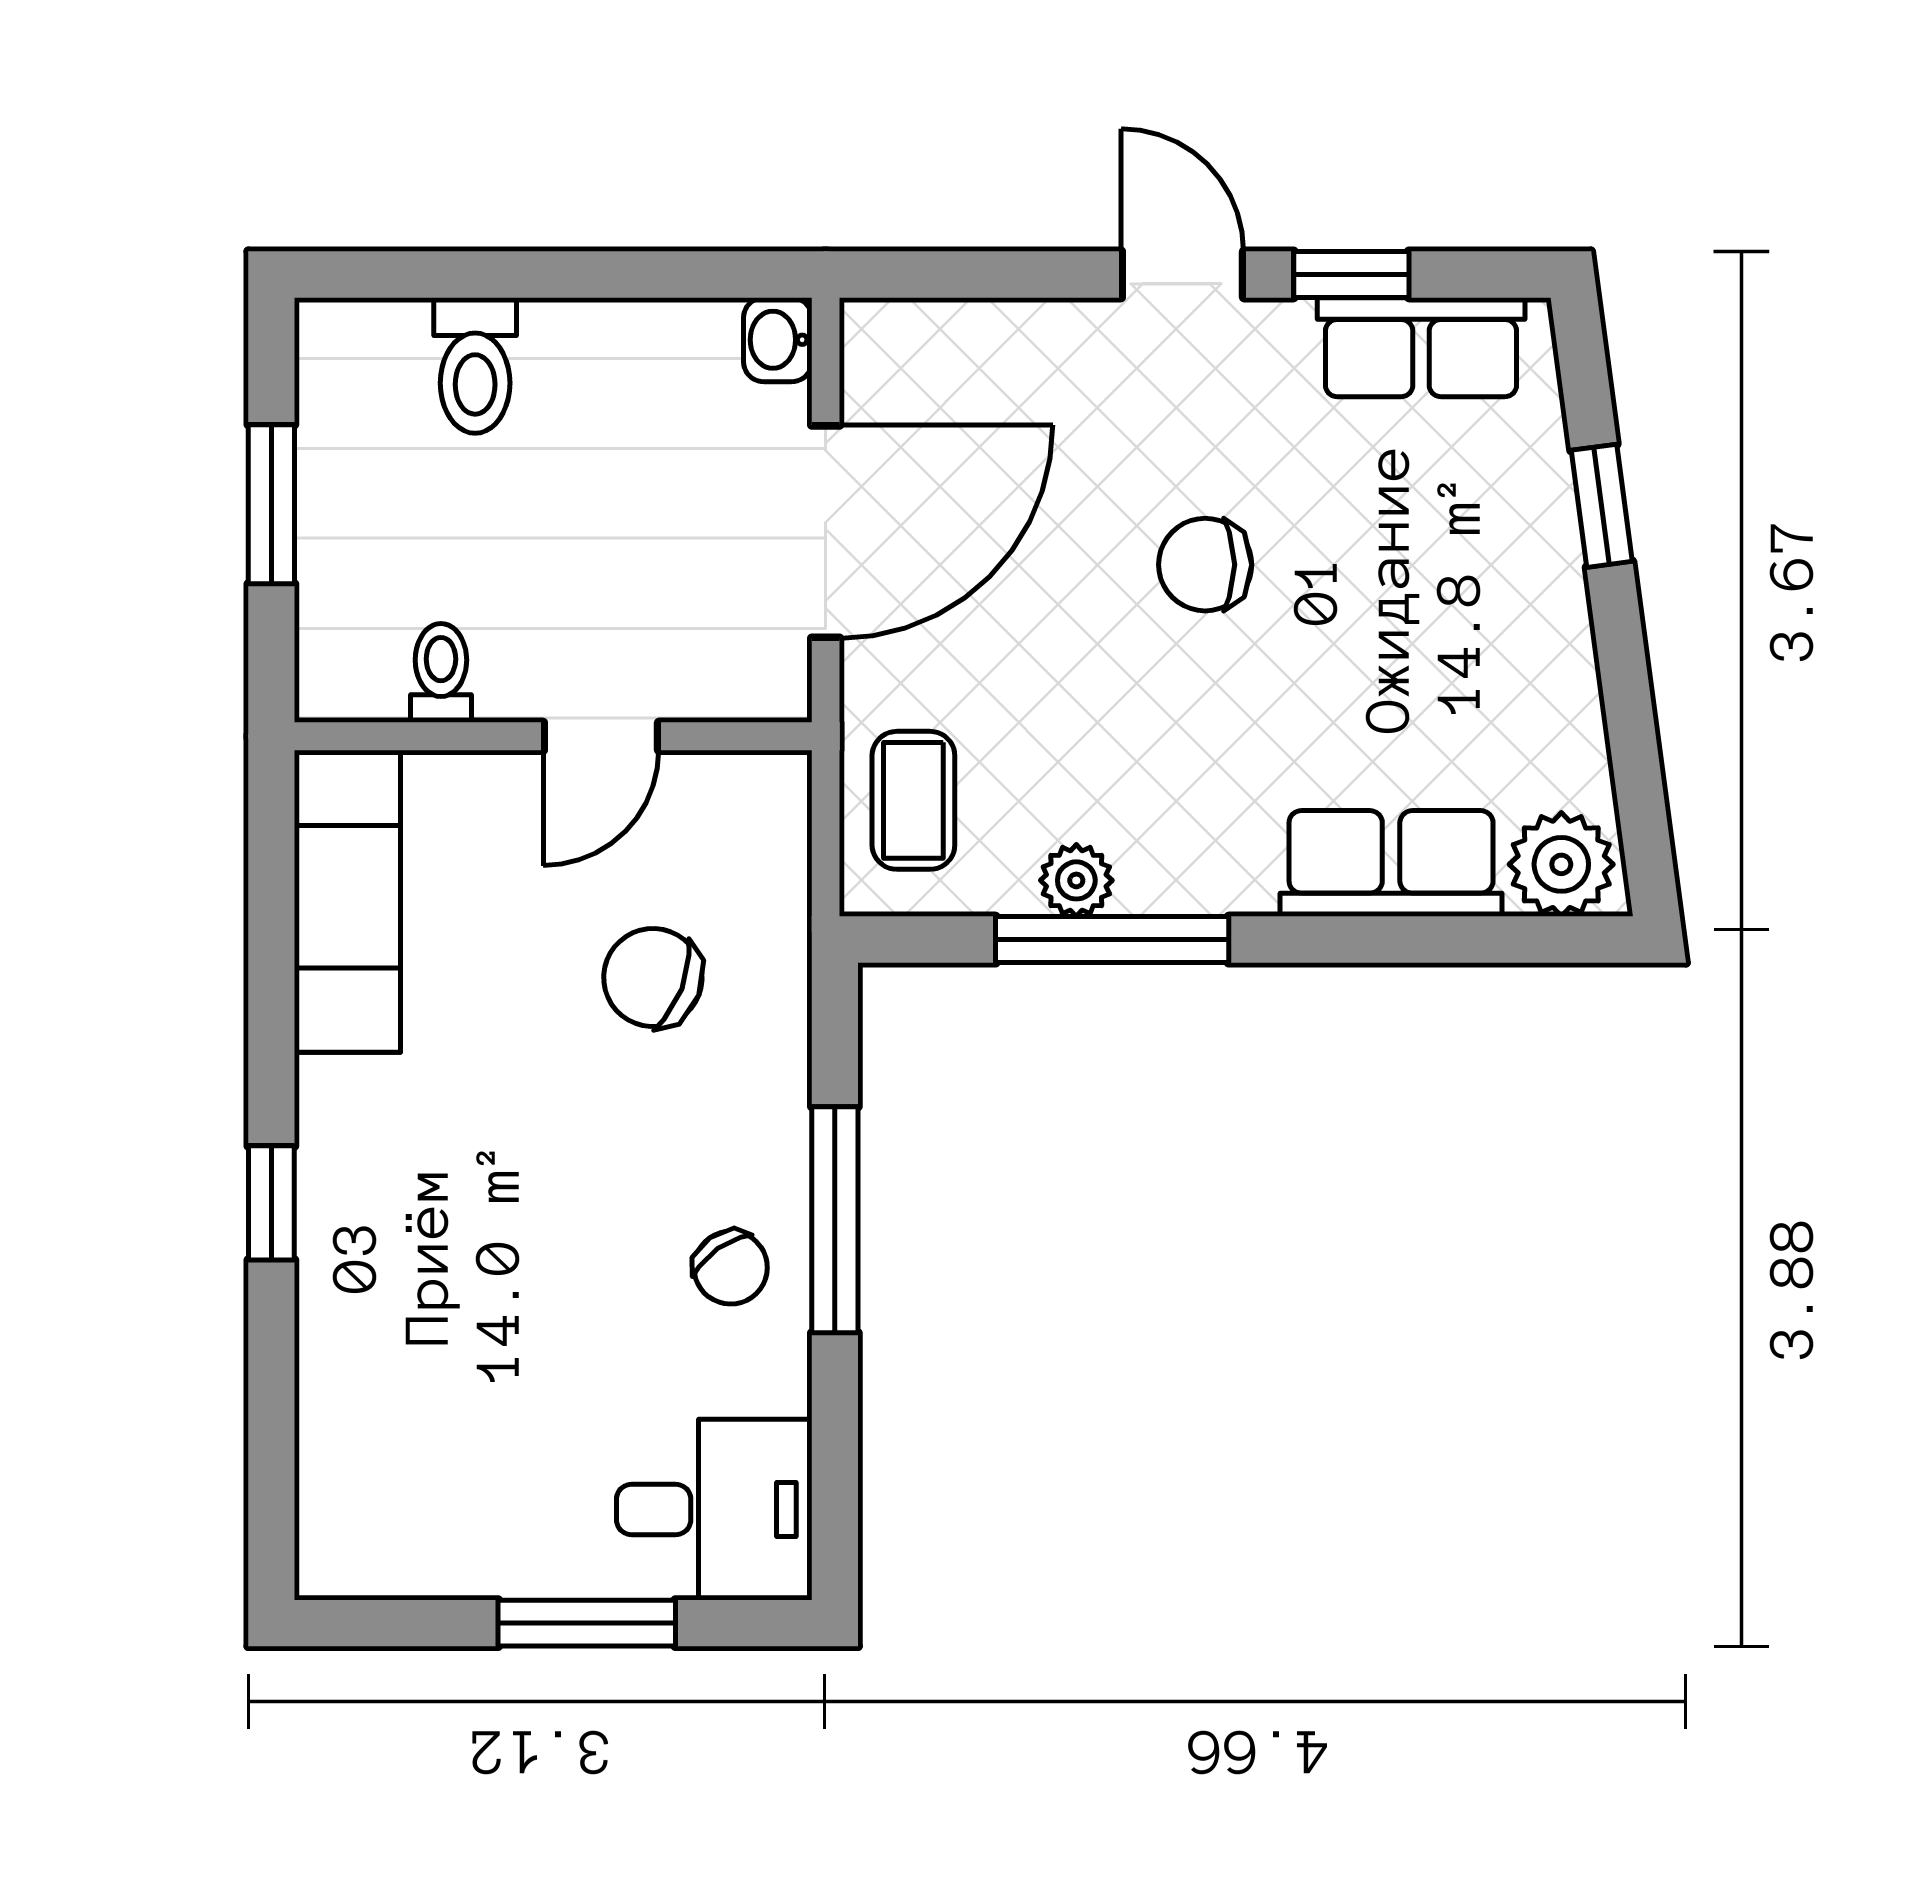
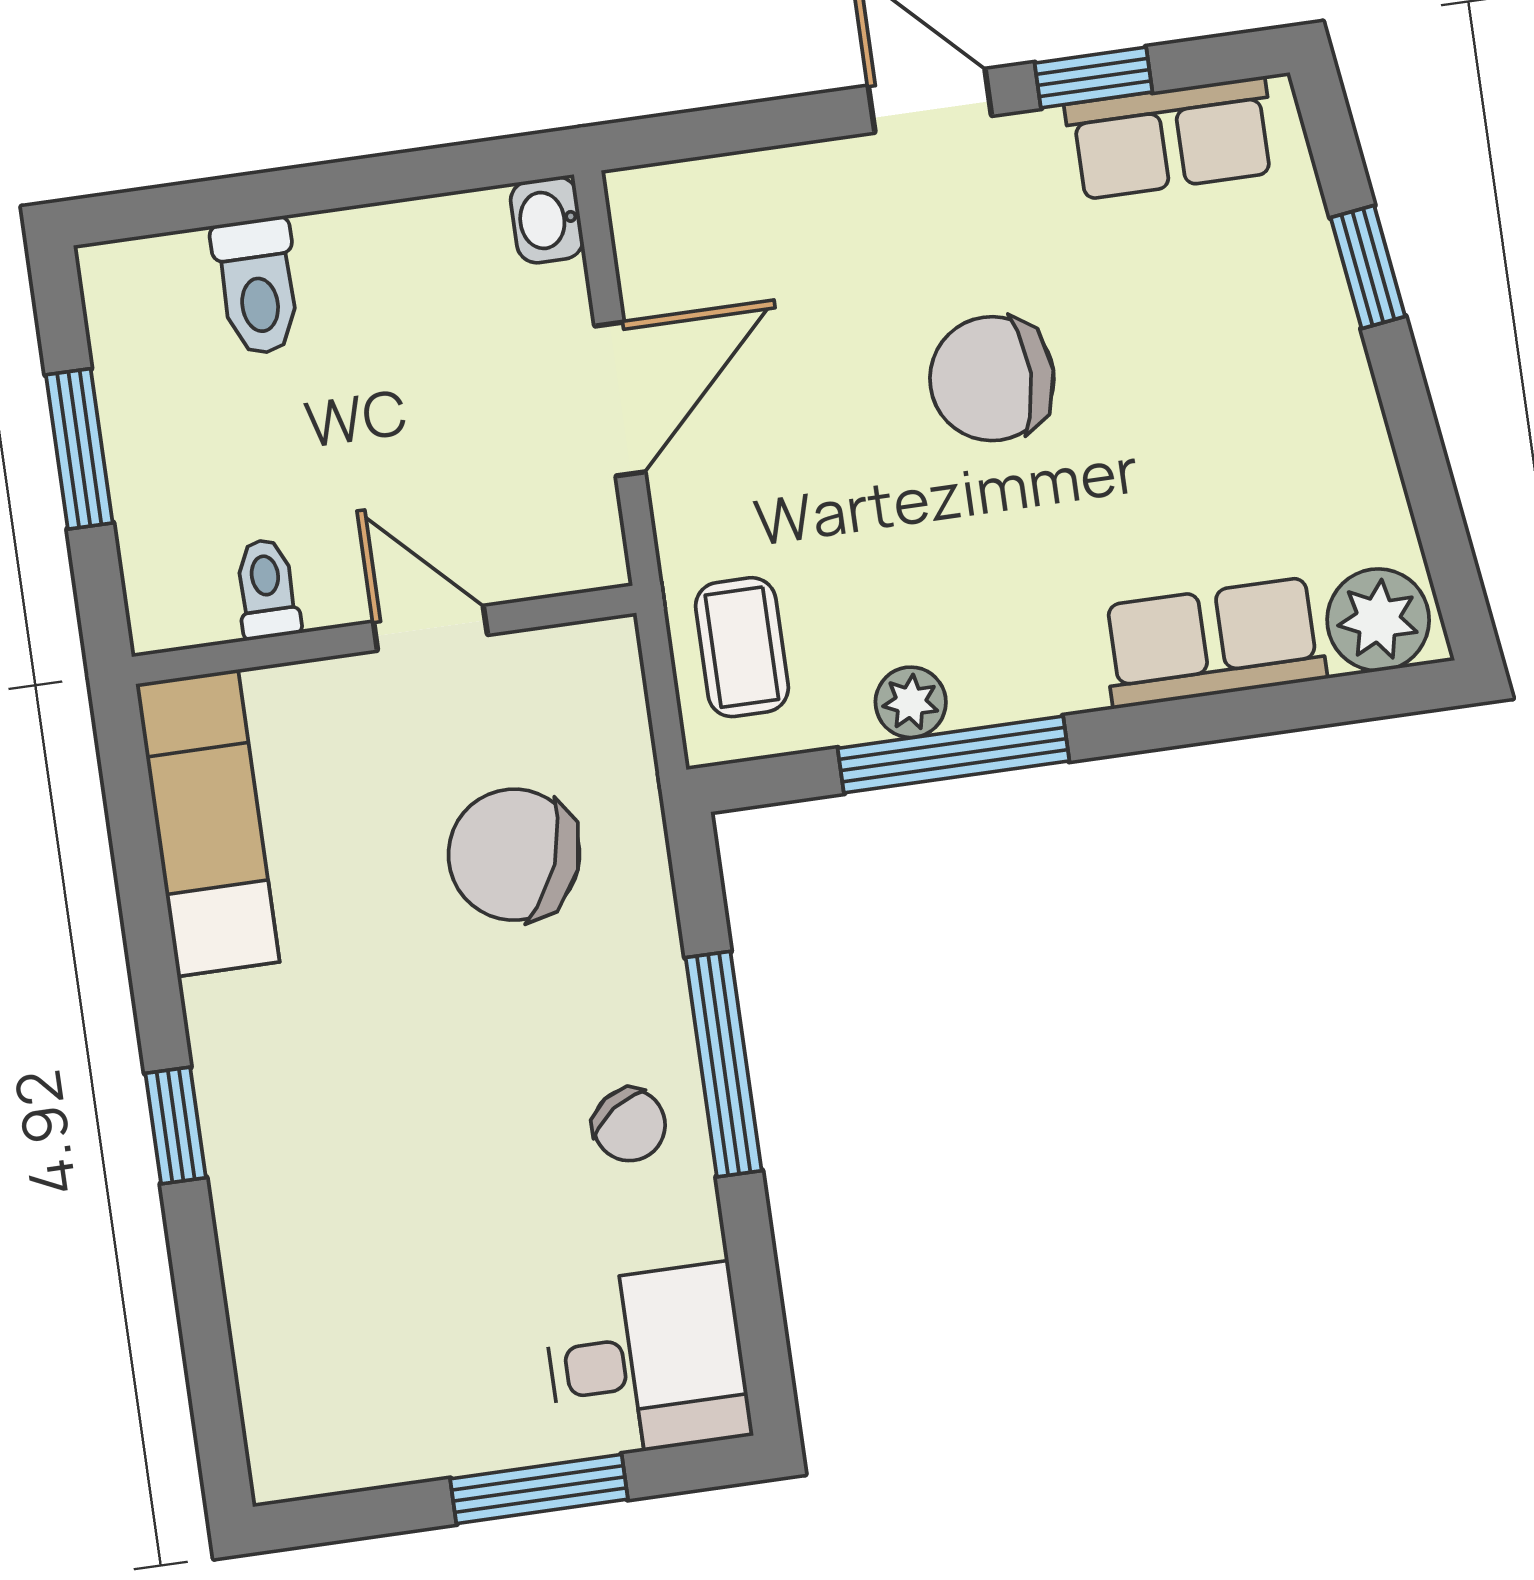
door: (826, 532) -> (620, 399), width x0.73
chair: (1205, 565) -> (992, 379), width x1.37, depth x1.37
door: (601, 736) -> (430, 628), swing flipped
chair: (653, 978) -> (514, 855), width x1.37, depth x1.37

